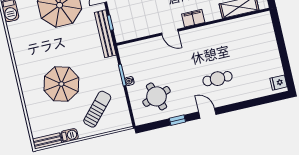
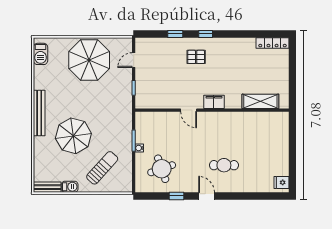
bench: (105, 34) -> (39, 113), moved

